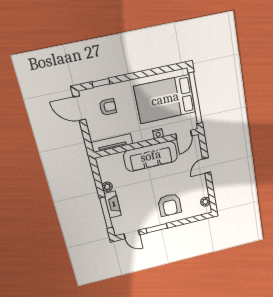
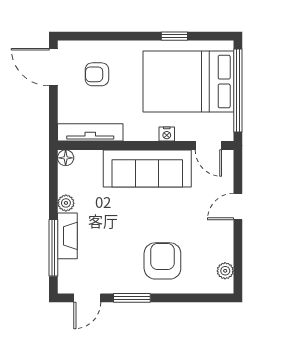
window: (101, 83) -> (174, 36), moved
armchair: (108, 107) -> (97, 74), turned 180
door: (184, 135) -> (208, 146), hinge flipped
floor lamp: (101, 161) -> (66, 158), added
armchair: (170, 205) -> (162, 261), turned 180
door: (132, 234) -> (87, 298), hinge flipped

